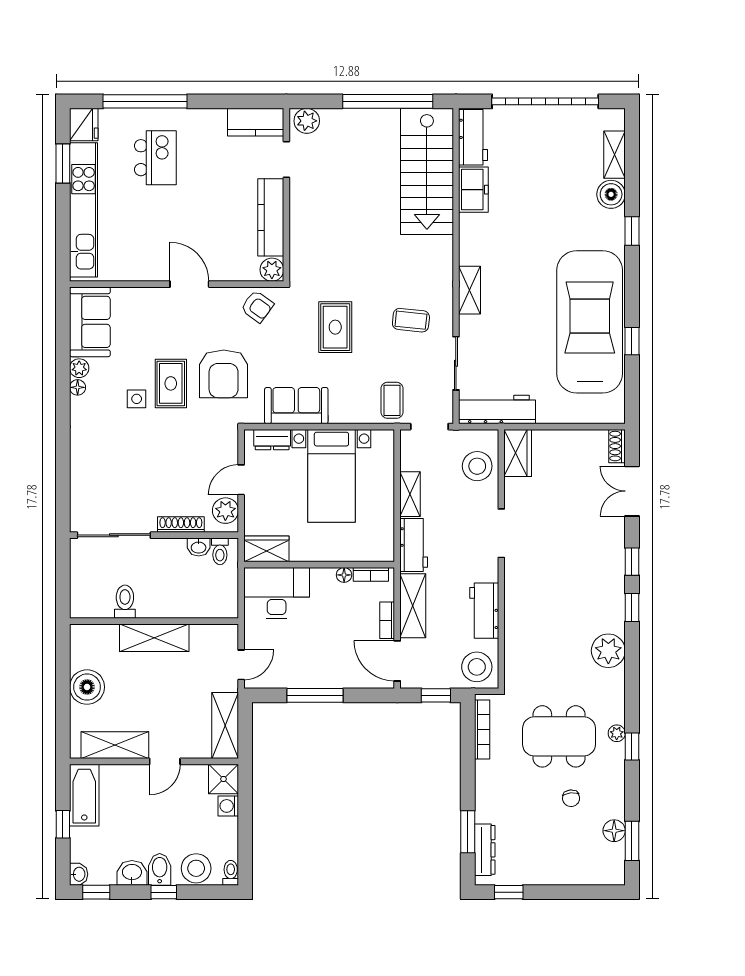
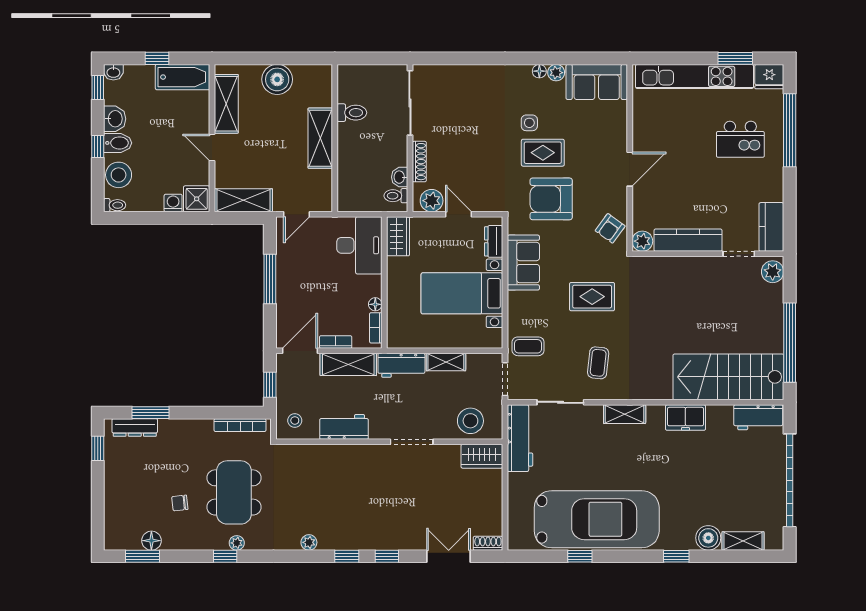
freezer: (473, 190) -> (685, 418), moved
plant: (608, 651) -> (309, 542), width x0.53, depth x0.53
door: (241, 665) -> (297, 214), hinge flipped
stool: (477, 667) -> (295, 420), width x0.53, depth x0.53

